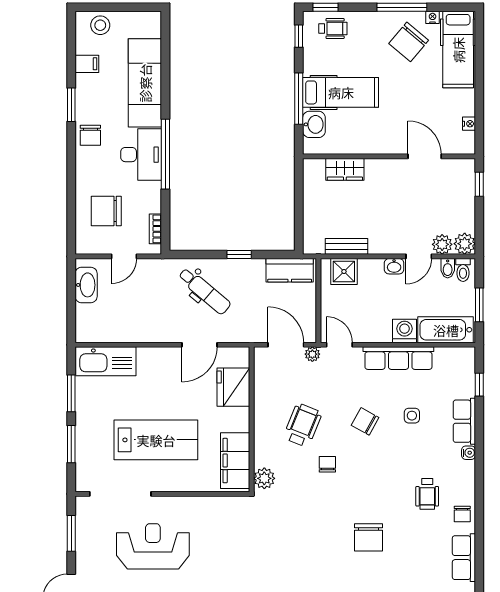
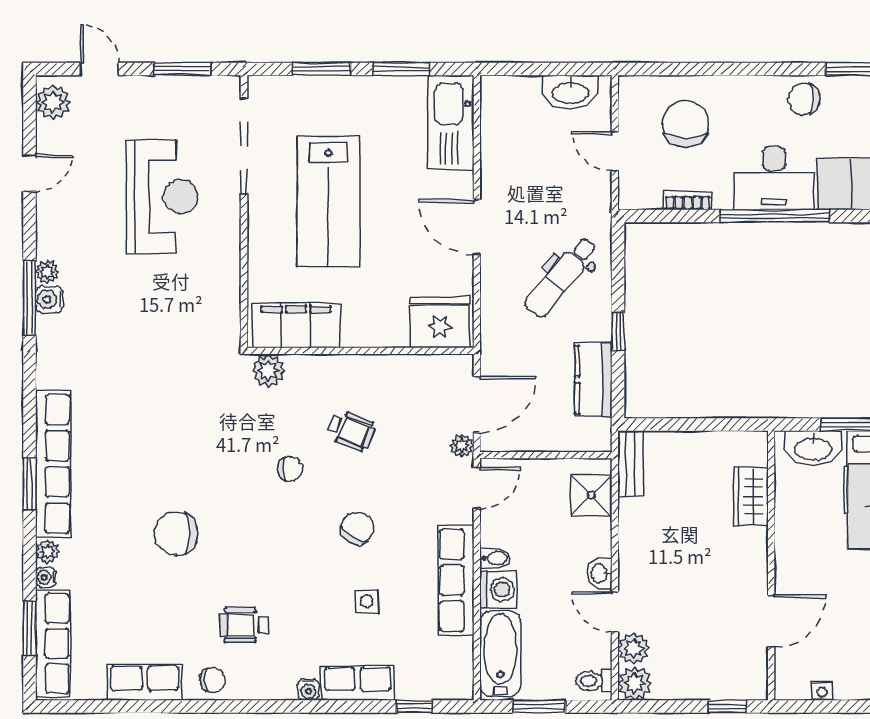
washbasin: (314, 124) -> (813, 448), width x1.38
bookcase: (155, 229) -> (688, 201), moved
bench: (346, 246) -> (631, 464), moved
bidet: (448, 268) -> (495, 558), moved, turned 180
kitchen counter: (290, 270) -> (593, 380), moved
door: (199, 345) -> (477, 227), moved
fridge: (233, 387) -> (440, 322), moved
wheelchair: (303, 425) -> (351, 430), width x0.73, depth x0.73
chair: (462, 514) -> (212, 680), turned 180

